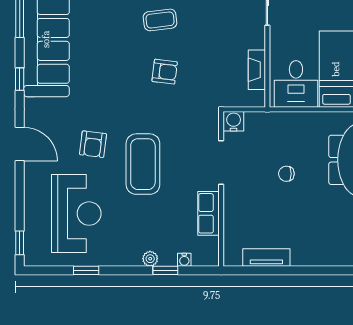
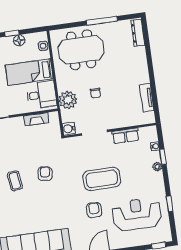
plant: (281, 127) -> (68, 100), added
armchair: (93, 144) -> (94, 210), turned -97

